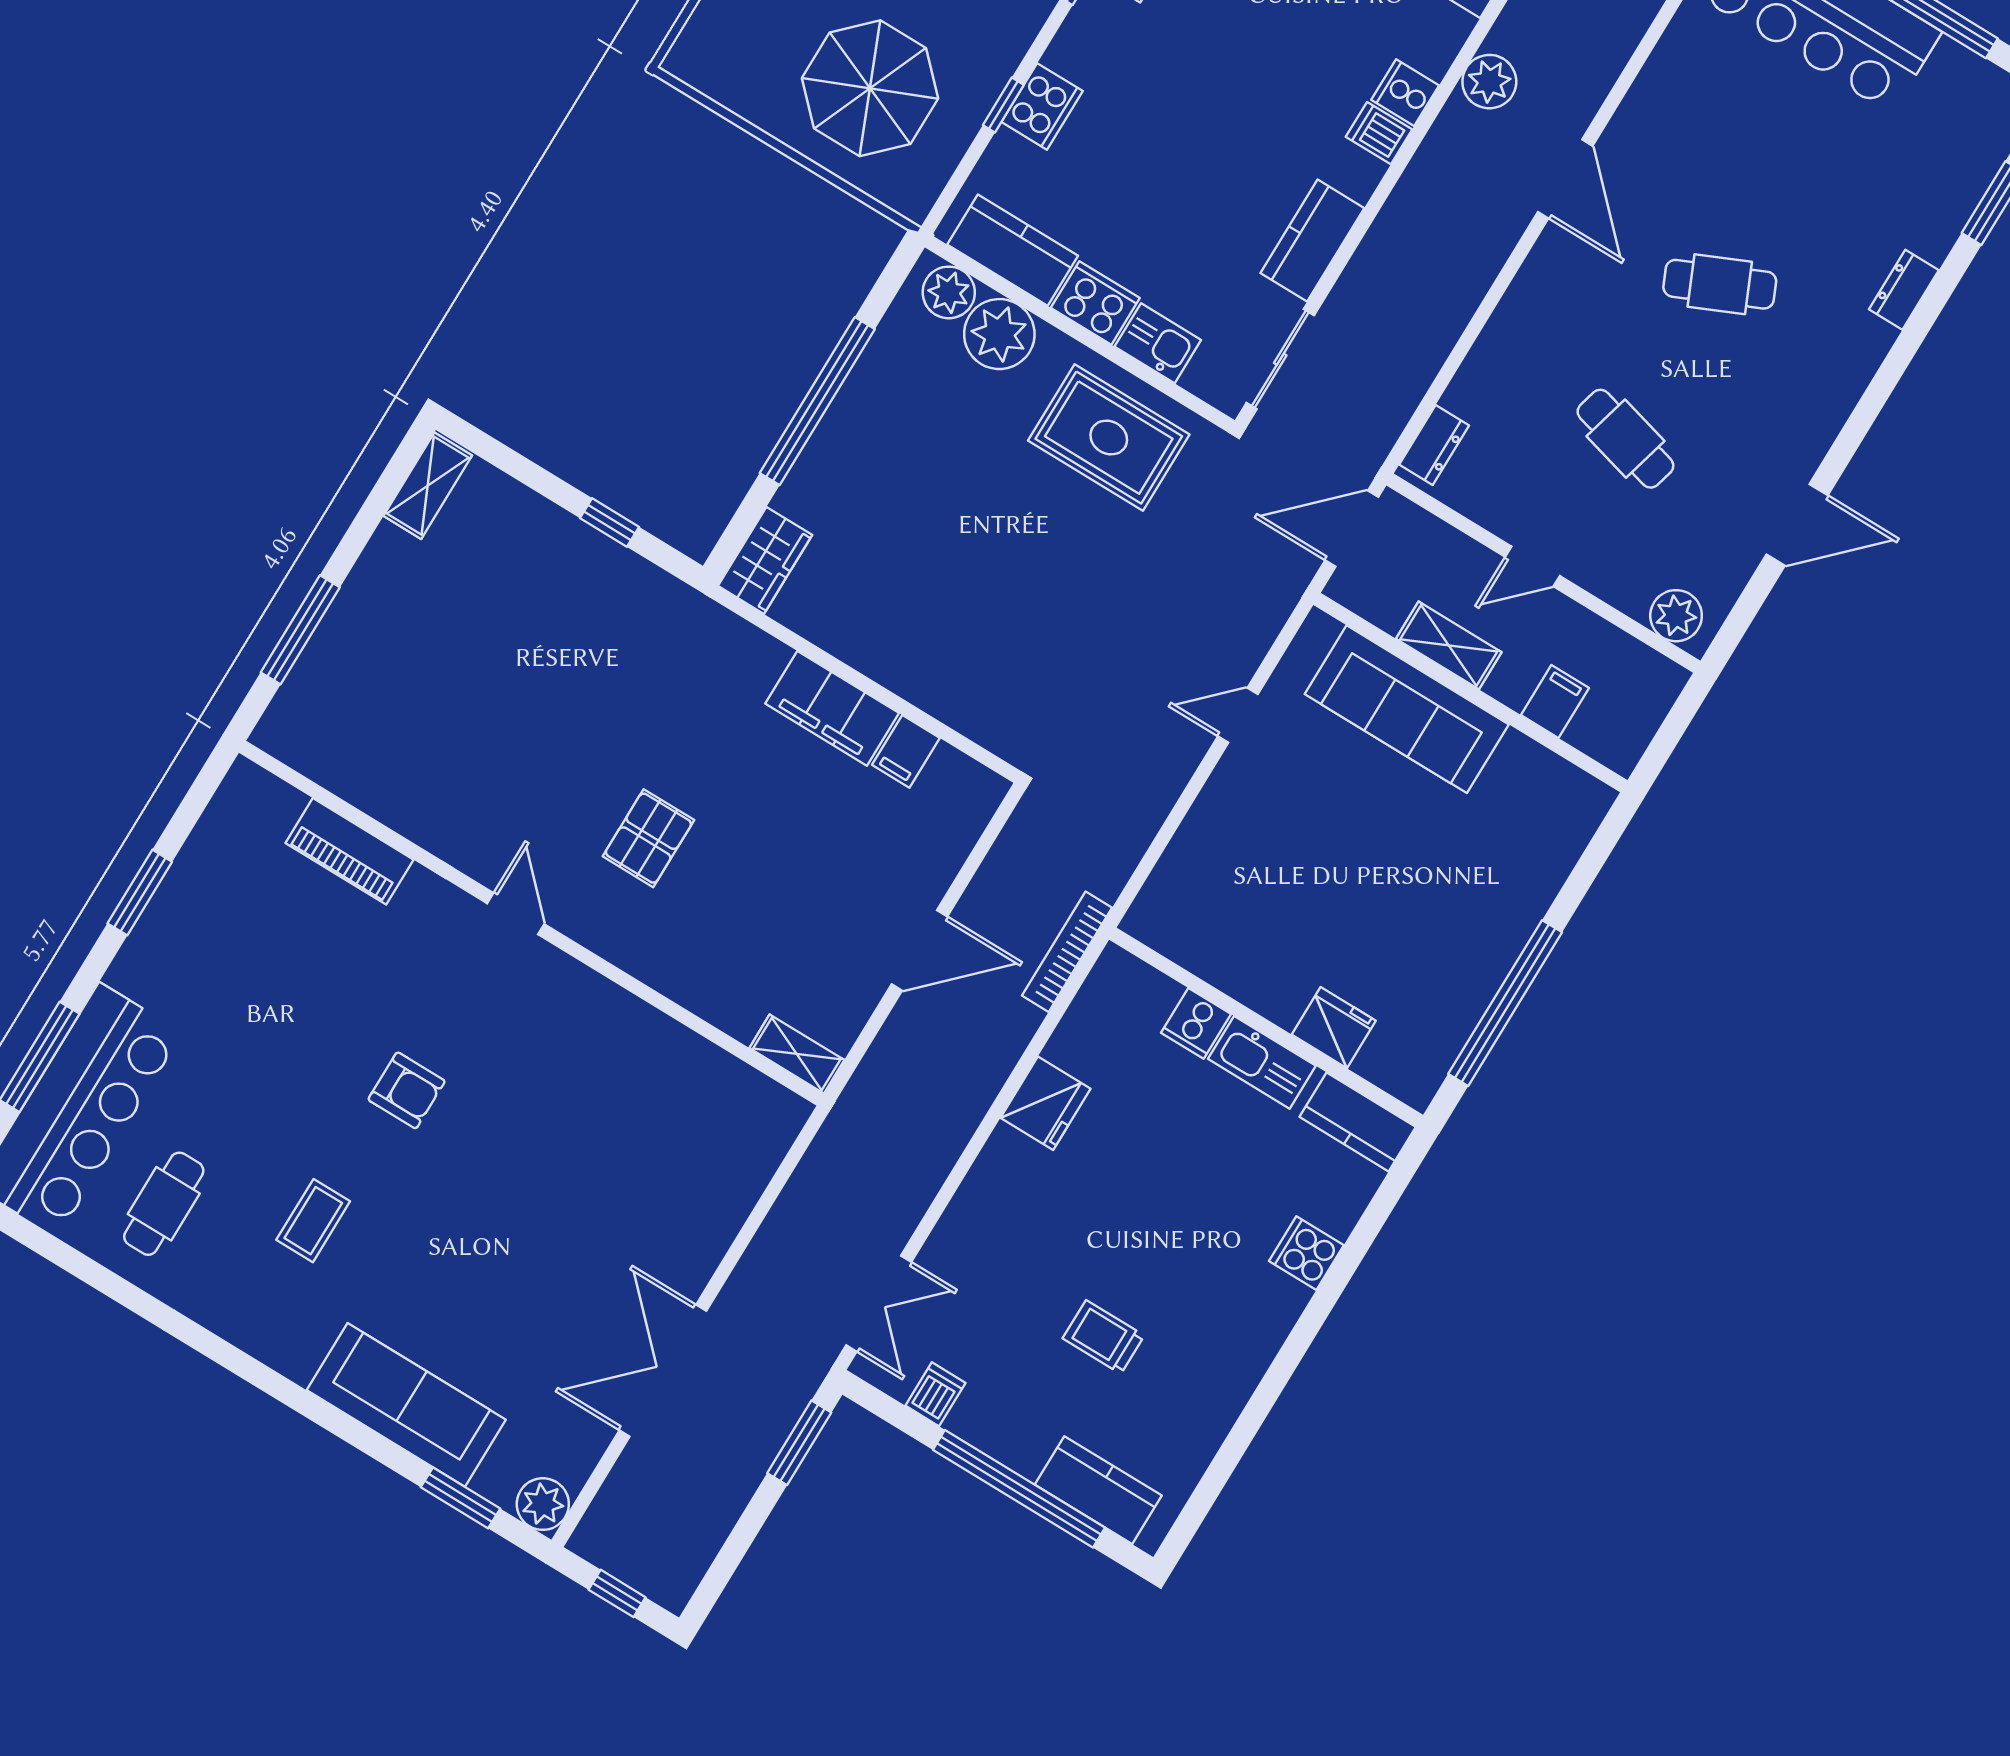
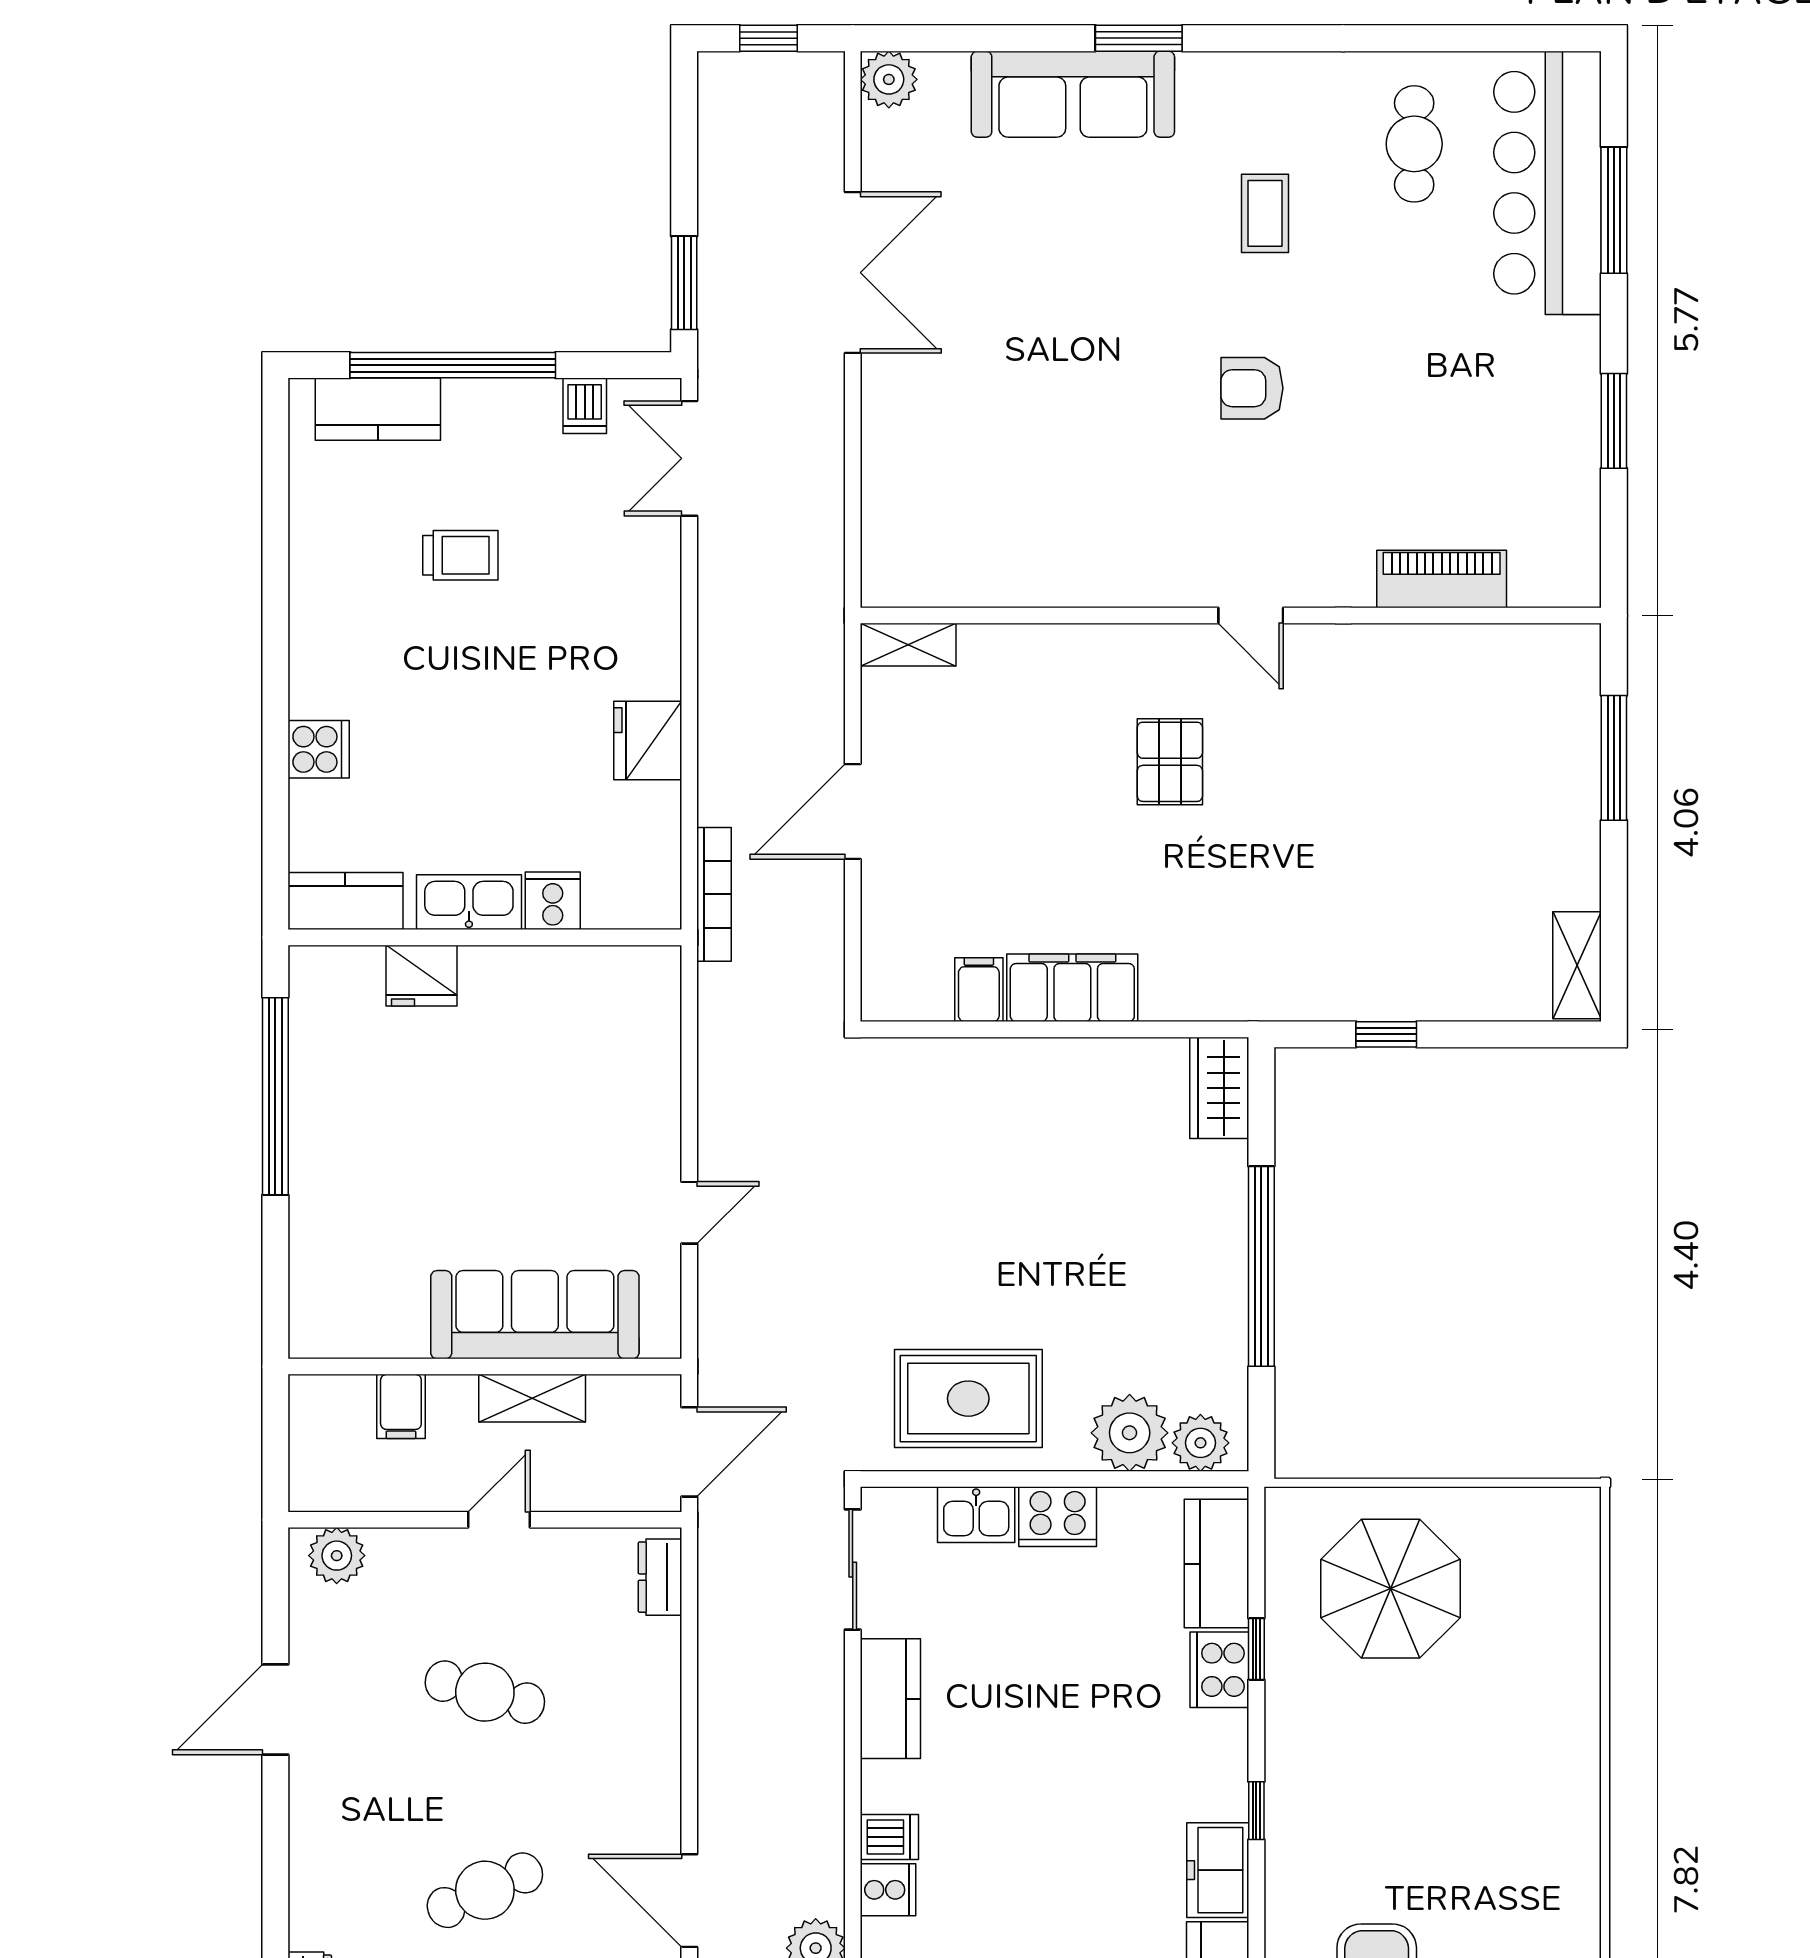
kitchen counter: (1013, 250) -> (1217, 1564), moved, turned 90
window: (460, 1498) -> (1139, 38), moved

